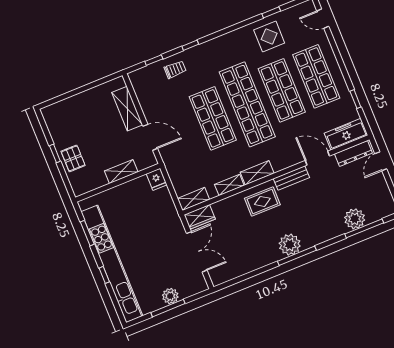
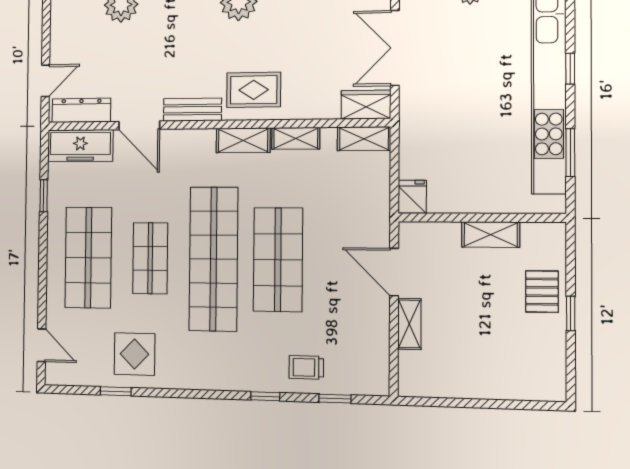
shop shelf: (282, 90) -> (150, 258), width x0.70, depth x0.74
shelving: (127, 109) -> (409, 324), width x0.67, depth x0.75
shelving: (121, 172) -> (491, 235), moved

